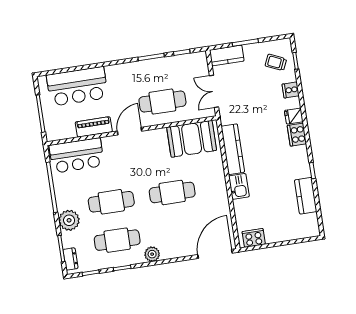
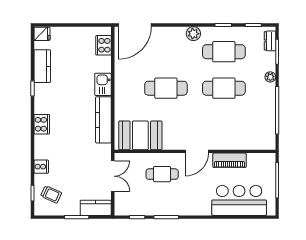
cafe table: (162, 102) -> (162, 174), width x0.73, depth x0.74
fridge: (294, 116) -> (42, 34), moved
bar counter: (77, 155) -> (250, 136), removed
plant: (69, 220) -> (270, 77), width x0.53, depth x0.53
cooker: (254, 238) -> (103, 45), moved, turned 90

